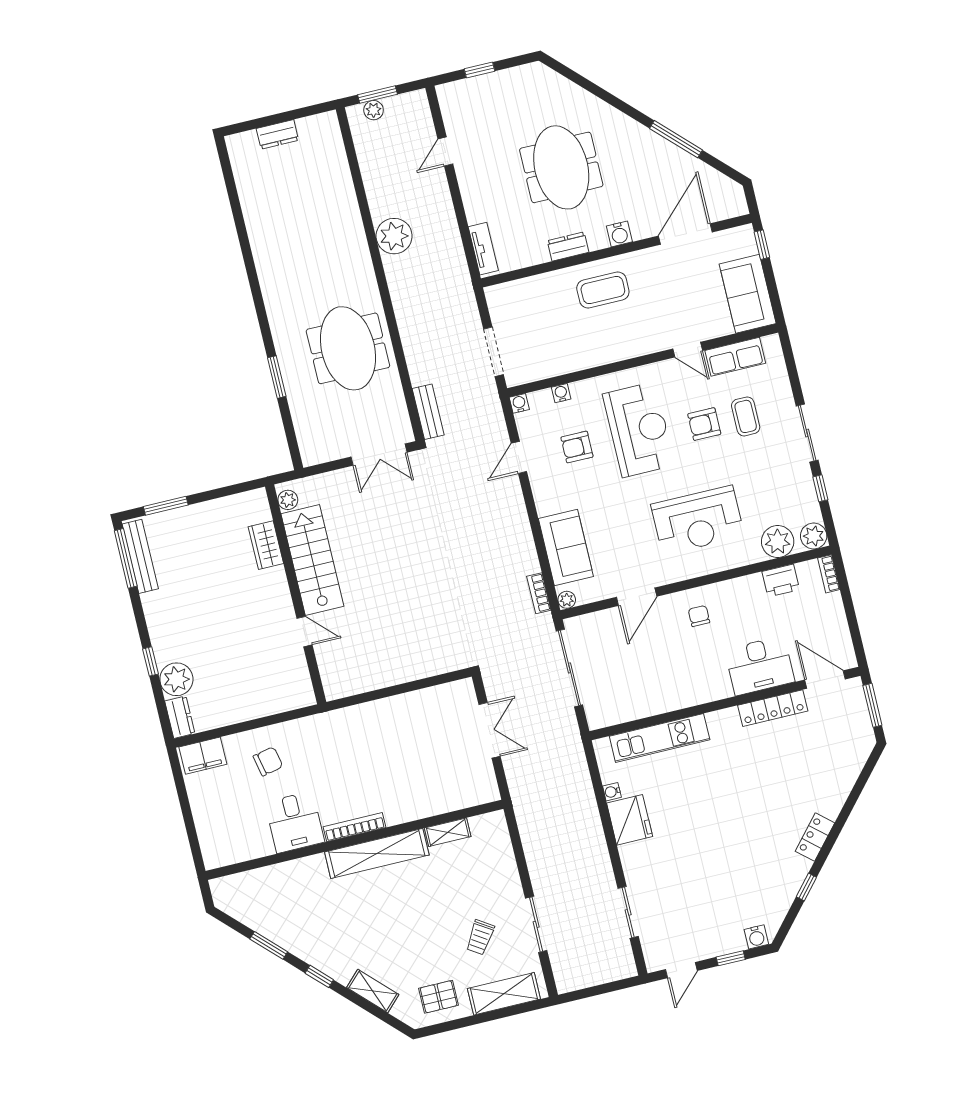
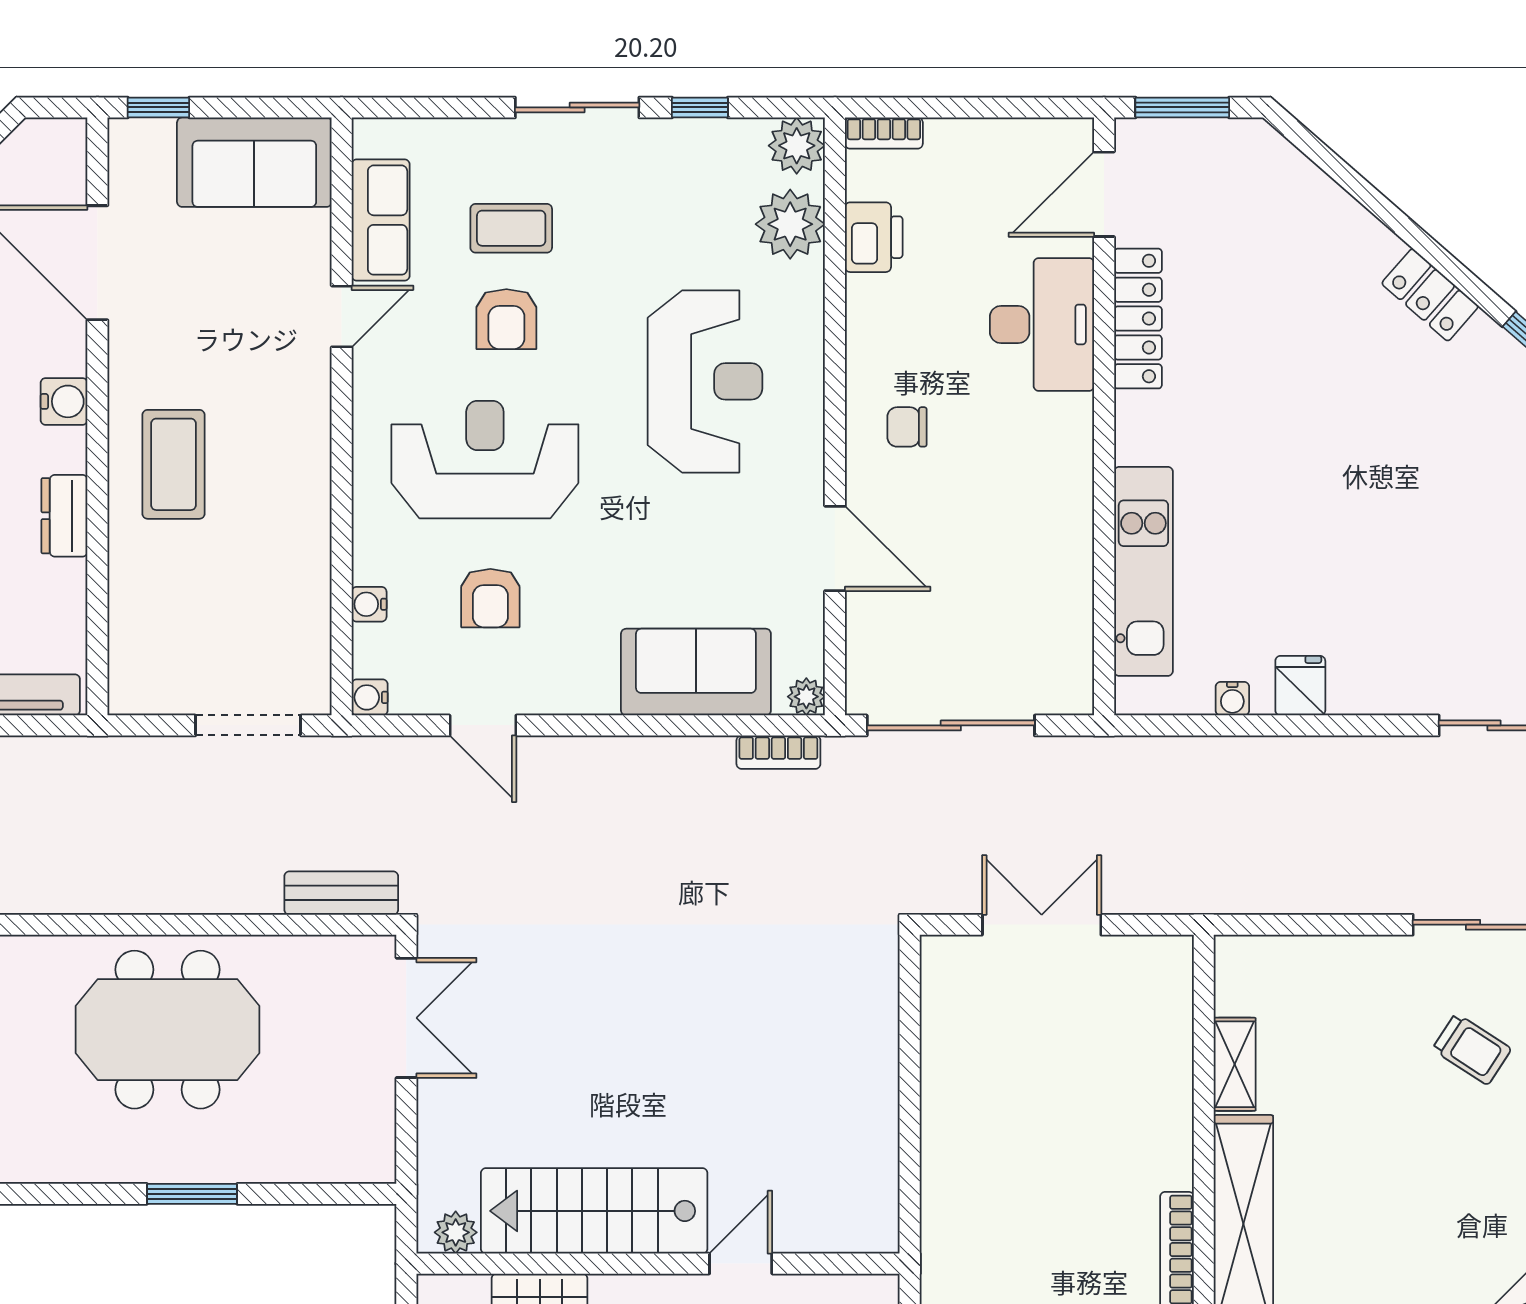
fridge: (630, 820) -> (1300, 686), width x0.53, depth x0.75

